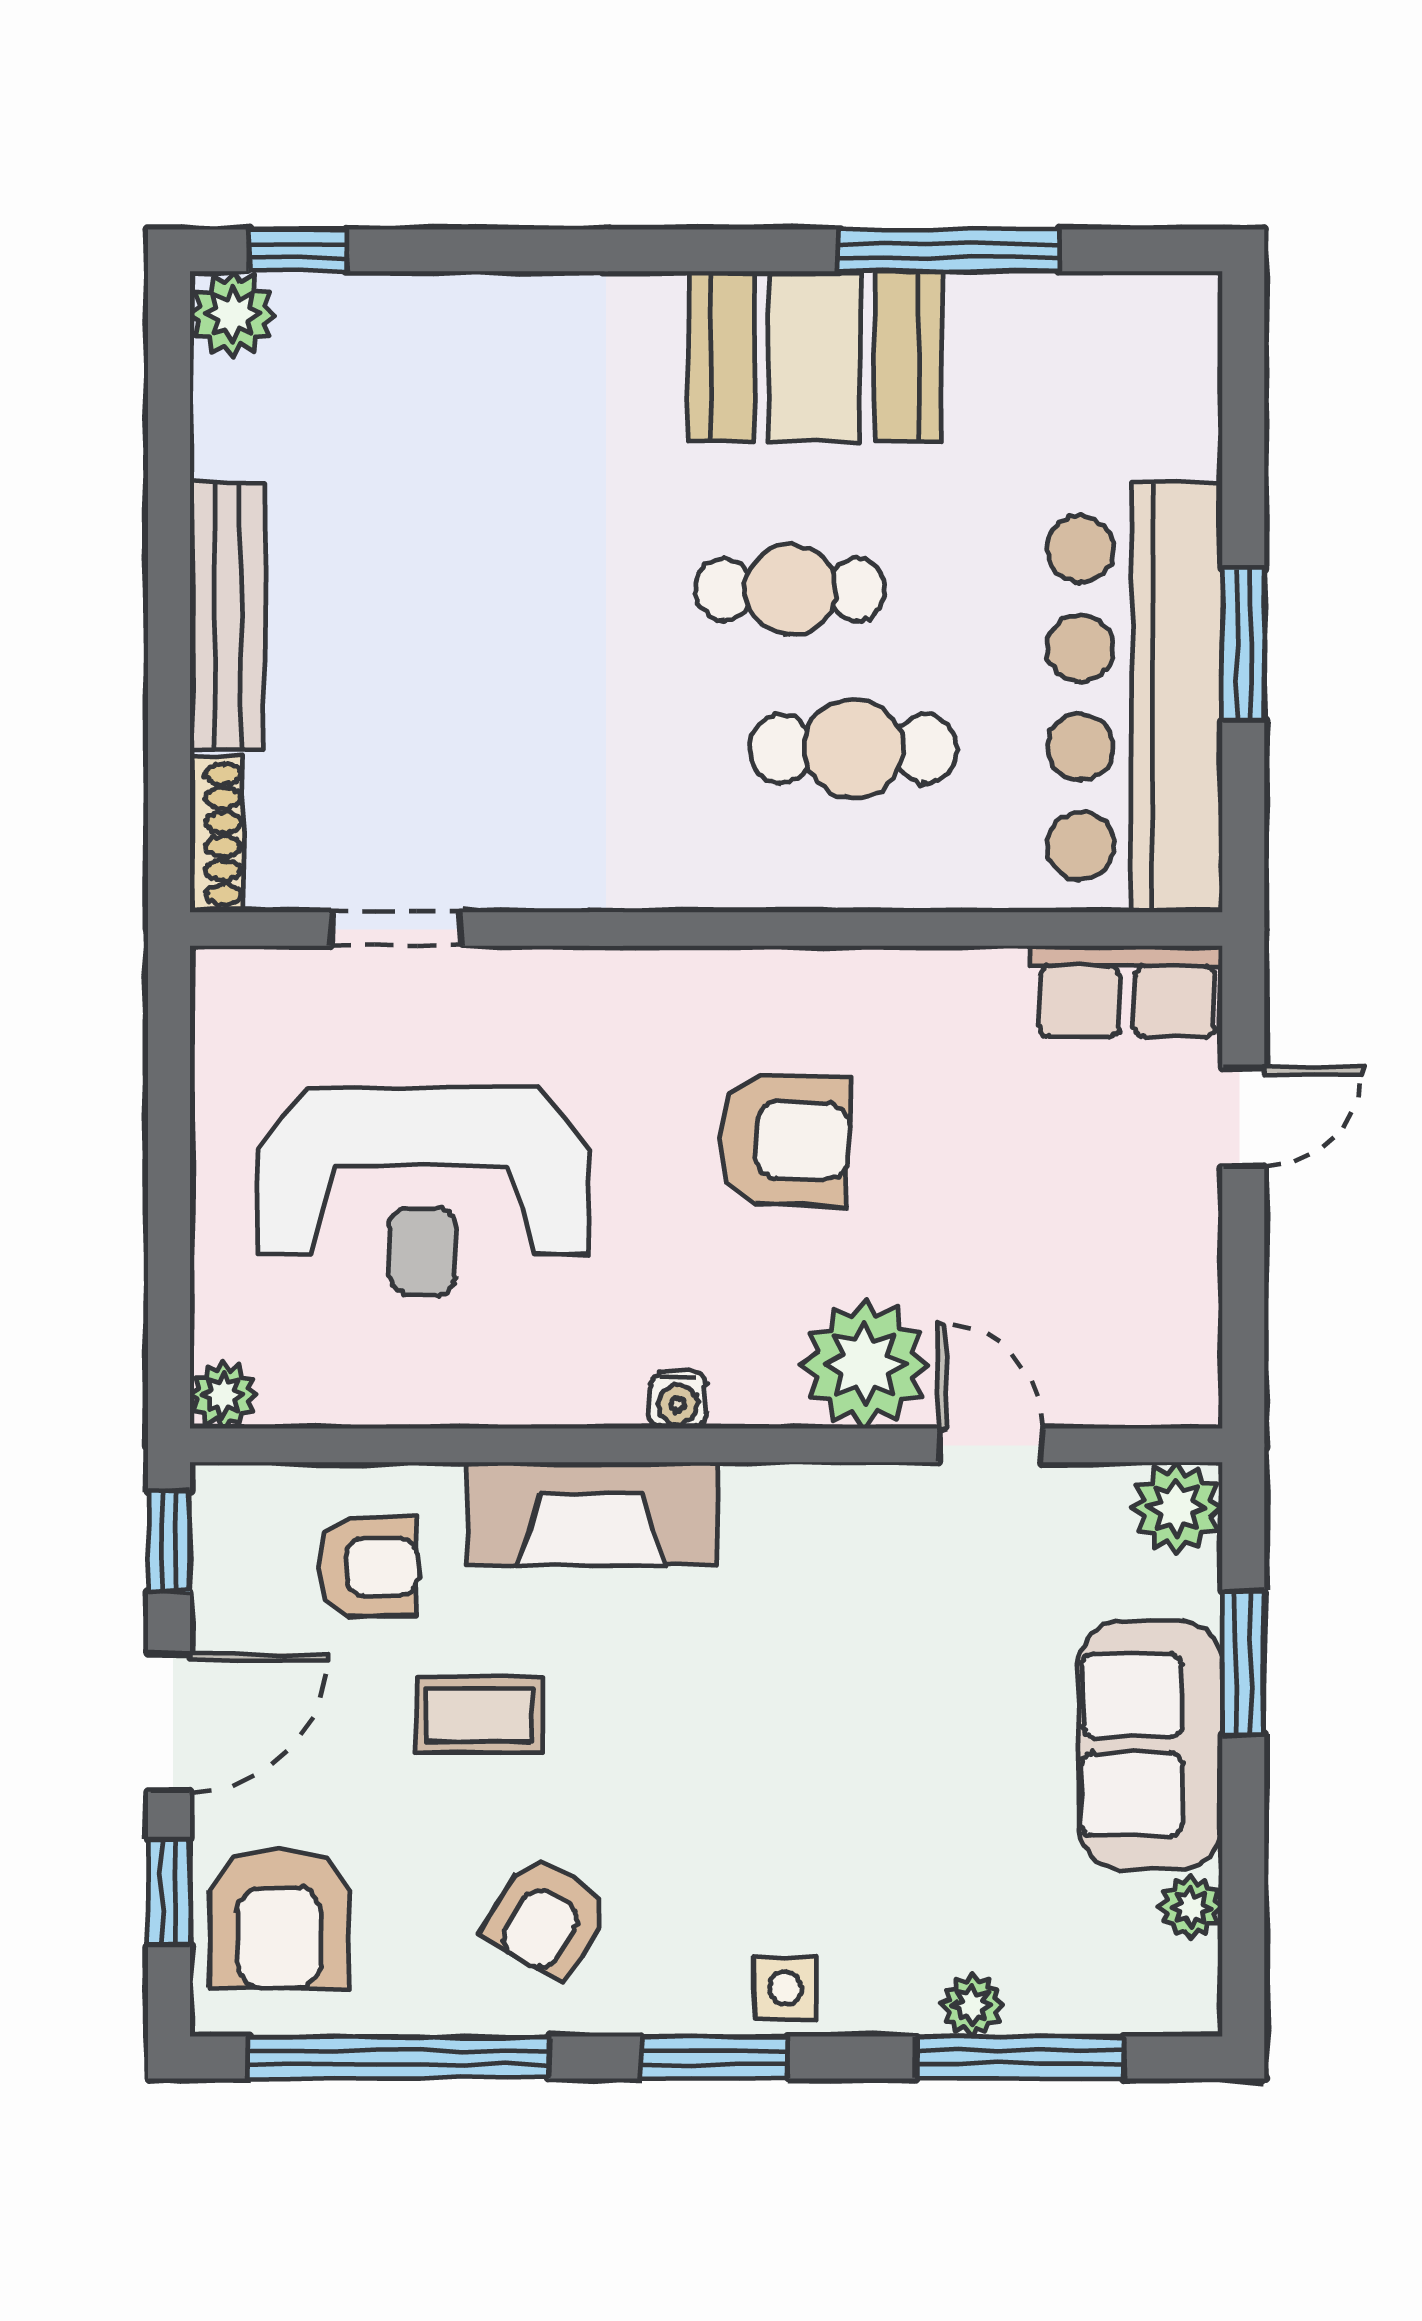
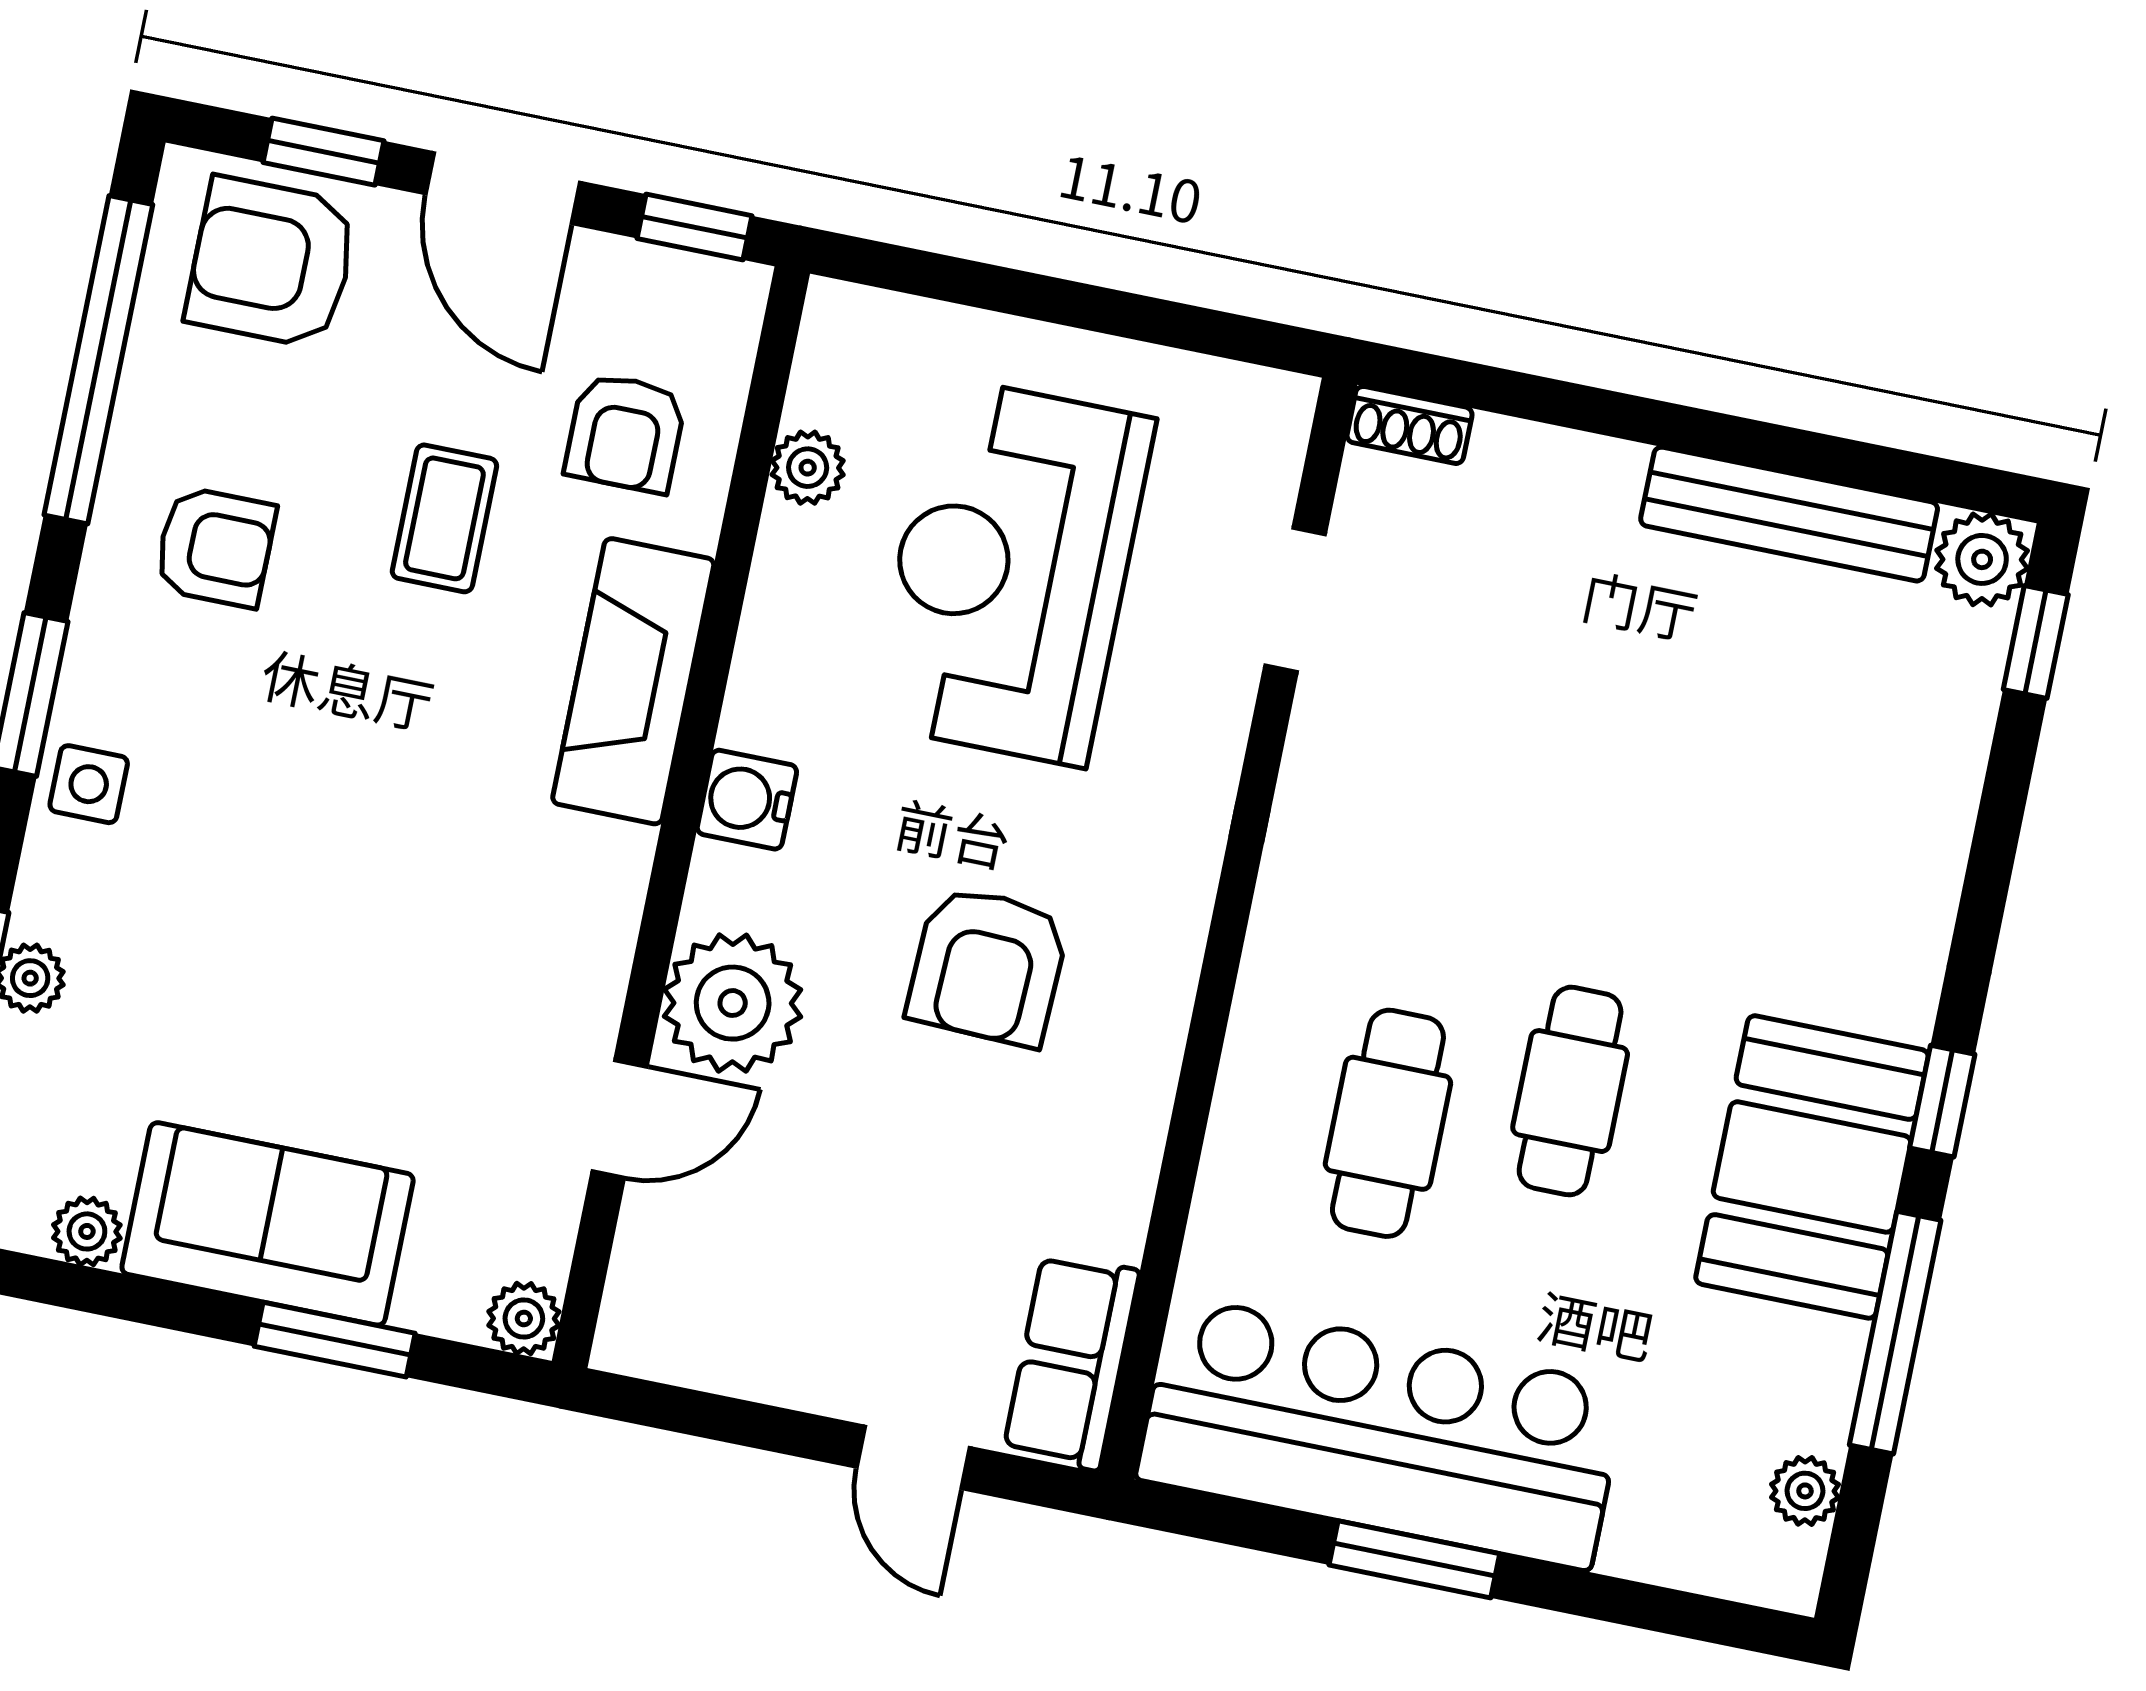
window: (731, 250) -> (1942, 1101), added
plant: (1109, 303) -> (1805, 1491), added
bench: (227, 616) -> (1789, 514), moved
shoe rack: (216, 834) -> (1410, 425), width x0.70
plant: (223, 1395) -> (808, 468), moved
water cooler: (678, 1400) -> (747, 800), width x1.38, depth x1.38
plant: (1177, 1508) -> (524, 1319), width x0.73, depth x0.73
armchair: (547, 1917) -> (215, 547), turned 148

